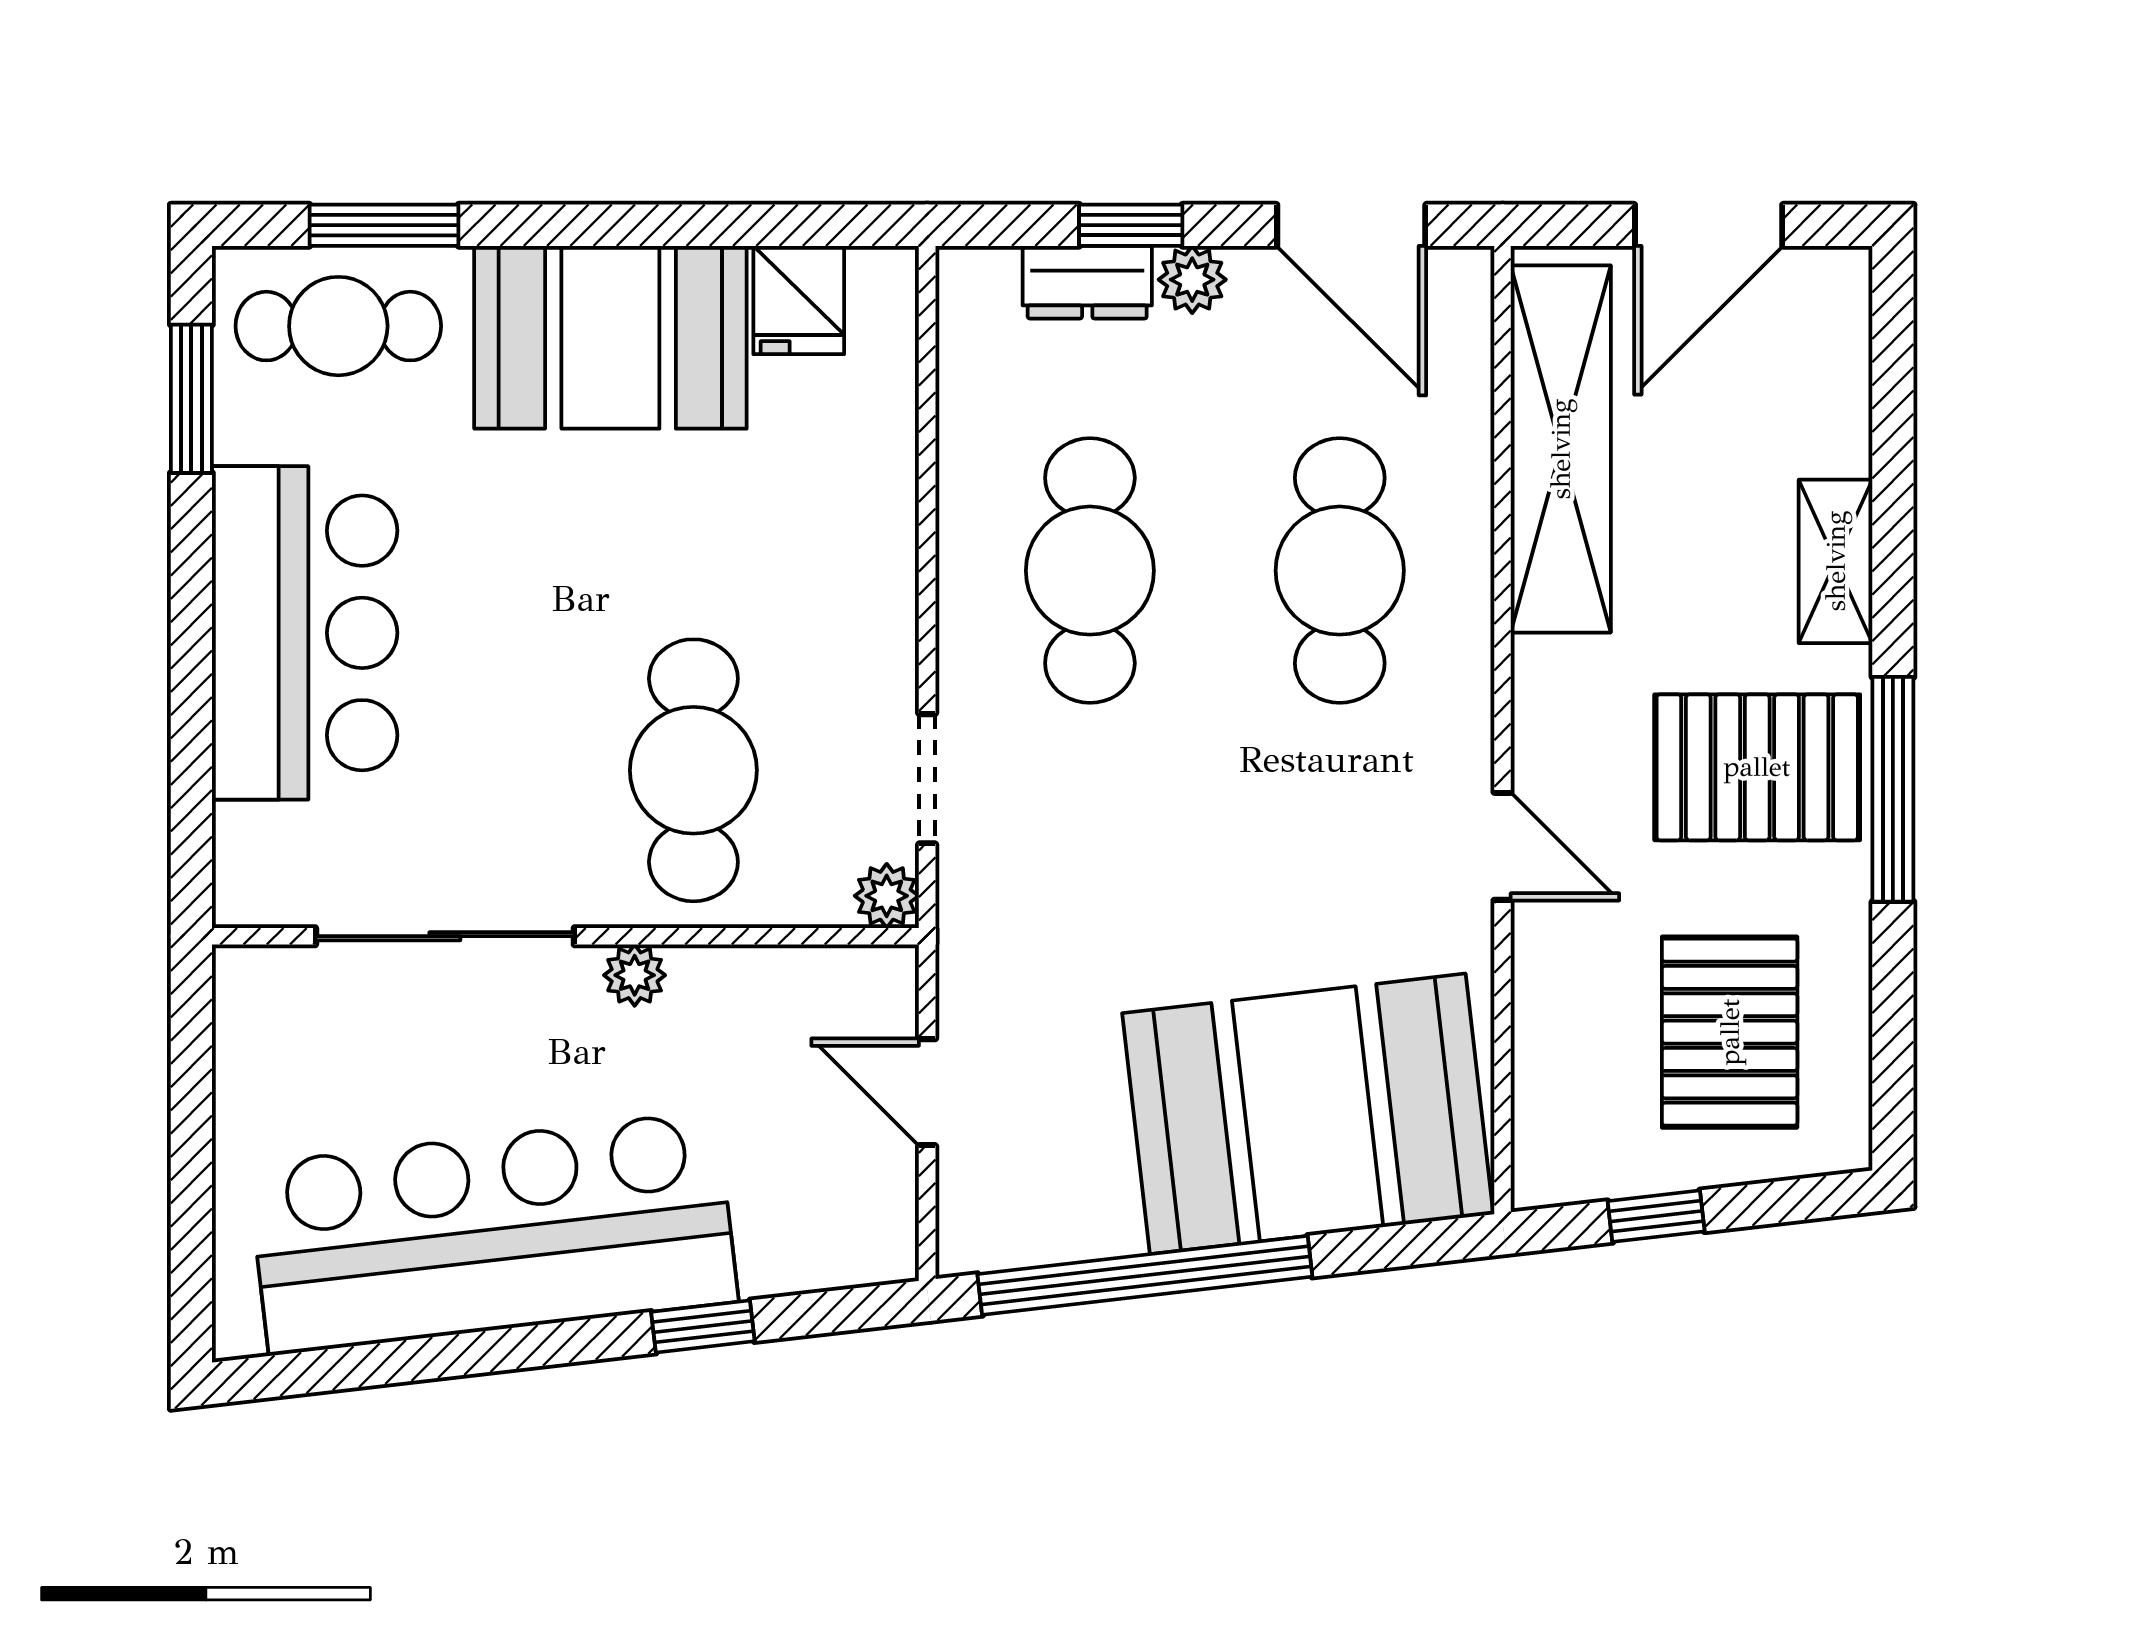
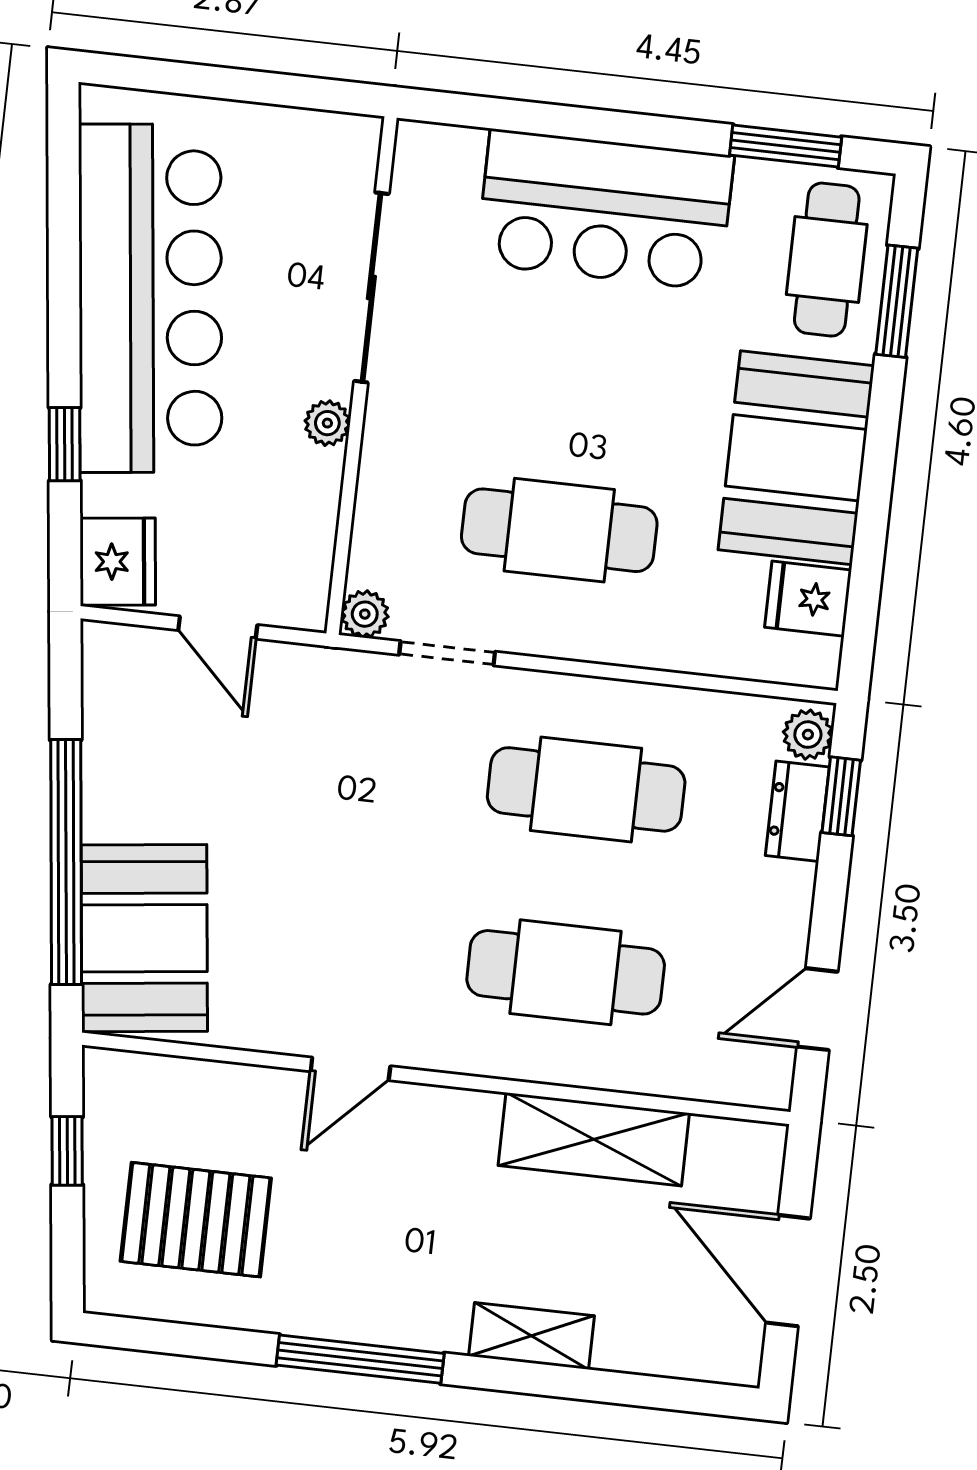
window: (1131, 225) -> (841, 796), moved
door: (1351, 225) -> (817, 1009), width x0.73
plant: (1192, 280) -> (808, 735), moved
shelving: (1561, 449) -> (594, 1139), width x0.68
pallet: (1757, 767) -> (387, 1262), removed
cafe table: (693, 770) -> (559, 530), moved
door: (927, 1092) -> (218, 628), swing flipped
booth: (1308, 1114) -> (144, 938), width x0.73, depth x0.70
fridge: (853, 1237) -> (118, 562), added
window: (1145, 1275) -> (66, 862), moved

